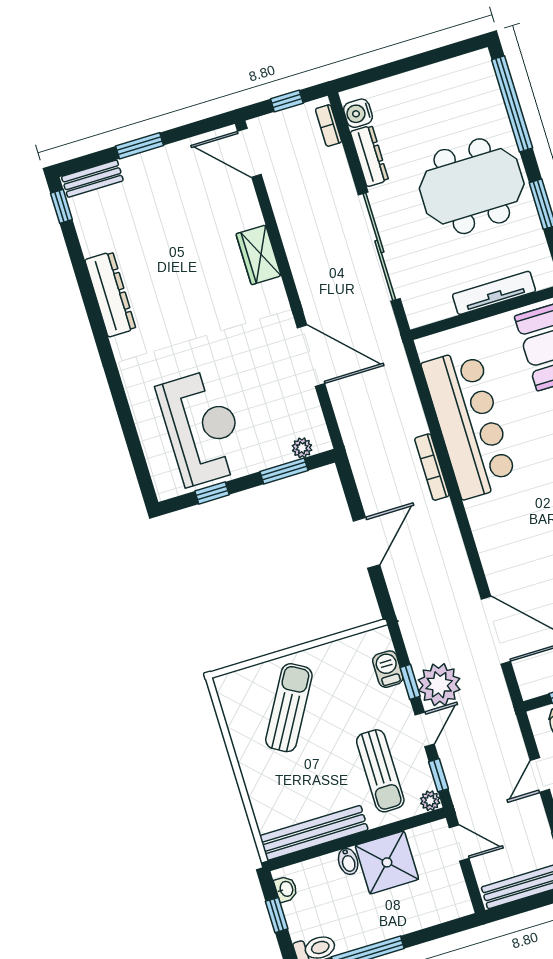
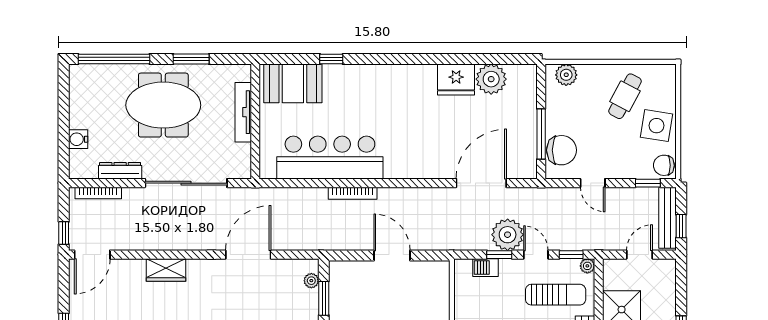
window: (287, 101) -> (64, 233), moved
water cooler: (358, 113) -> (78, 139), moved, turned 90
bookcase: (329, 126) -> (98, 193), width x1.56
meeting table: (472, 186) -> (163, 105), turned 90
door: (459, 843) -> (639, 255), moved
window: (519, 907) -> (681, 226), added

